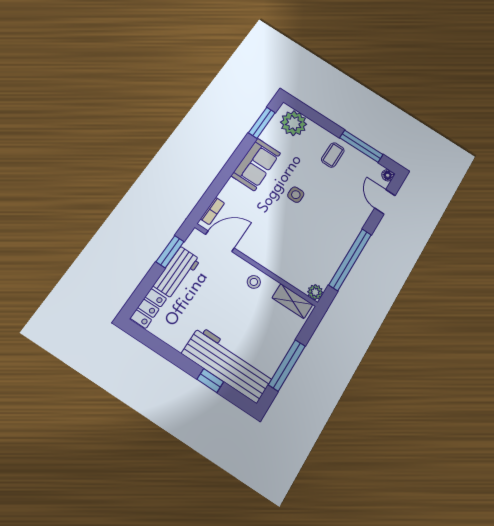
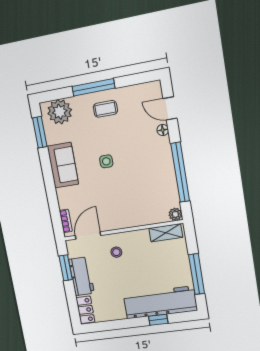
window: (361, 146) -> (93, 87), moved
coffee table: (333, 155) -> (105, 109), turned 90
floor lamp: (388, 175) -> (163, 130), moved
stool: (254, 282) -> (116, 252), moved

